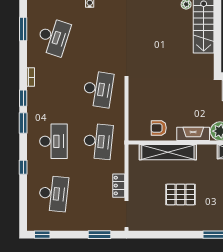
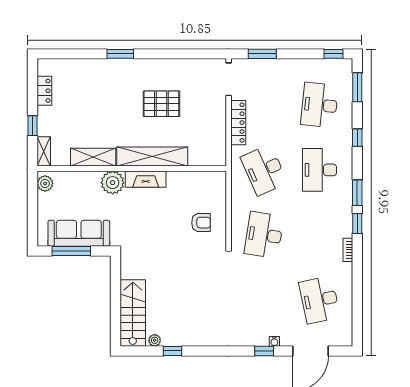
window: (23, 29) -> (357, 87), moved
desk: (53, 37) -> (320, 300), turned -30
armchair: (159, 128) -> (201, 223), moved
desk: (98, 141) -> (264, 170), turned -30
shelving: (168, 152) -> (152, 157), moved
locker: (119, 186) -> (238, 123), width x1.53

